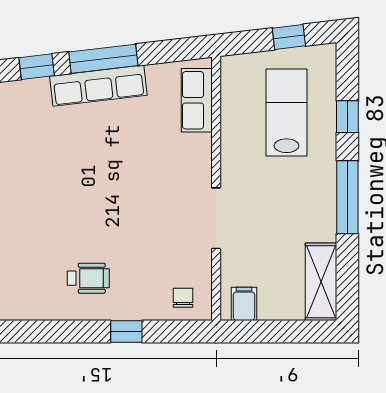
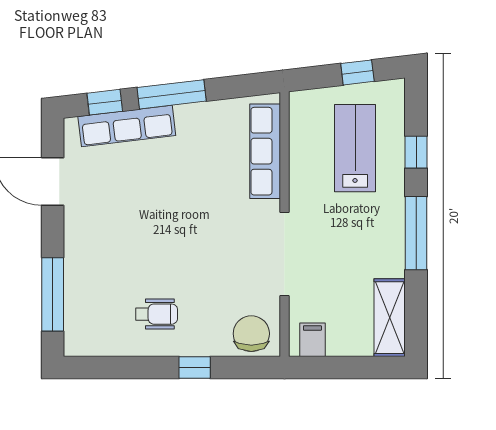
row of seats: (98, 86) -> (127, 126), moved
row of seats: (197, 100) -> (265, 151), width x1.48
doorway: (216, 218) -> (284, 254), width x1.36
chair: (183, 298) -> (251, 334), width x1.87, depth x1.87

